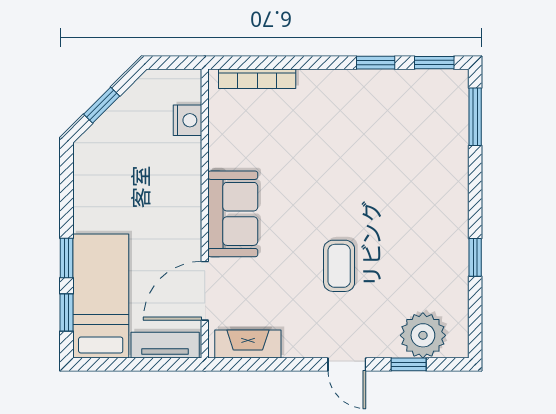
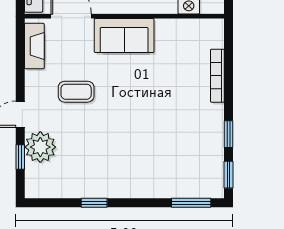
bookcase: (257, 79) -> (217, 76), moved
coffee table: (339, 266) -> (76, 92), moved
plant: (423, 335) -> (40, 147), moved

